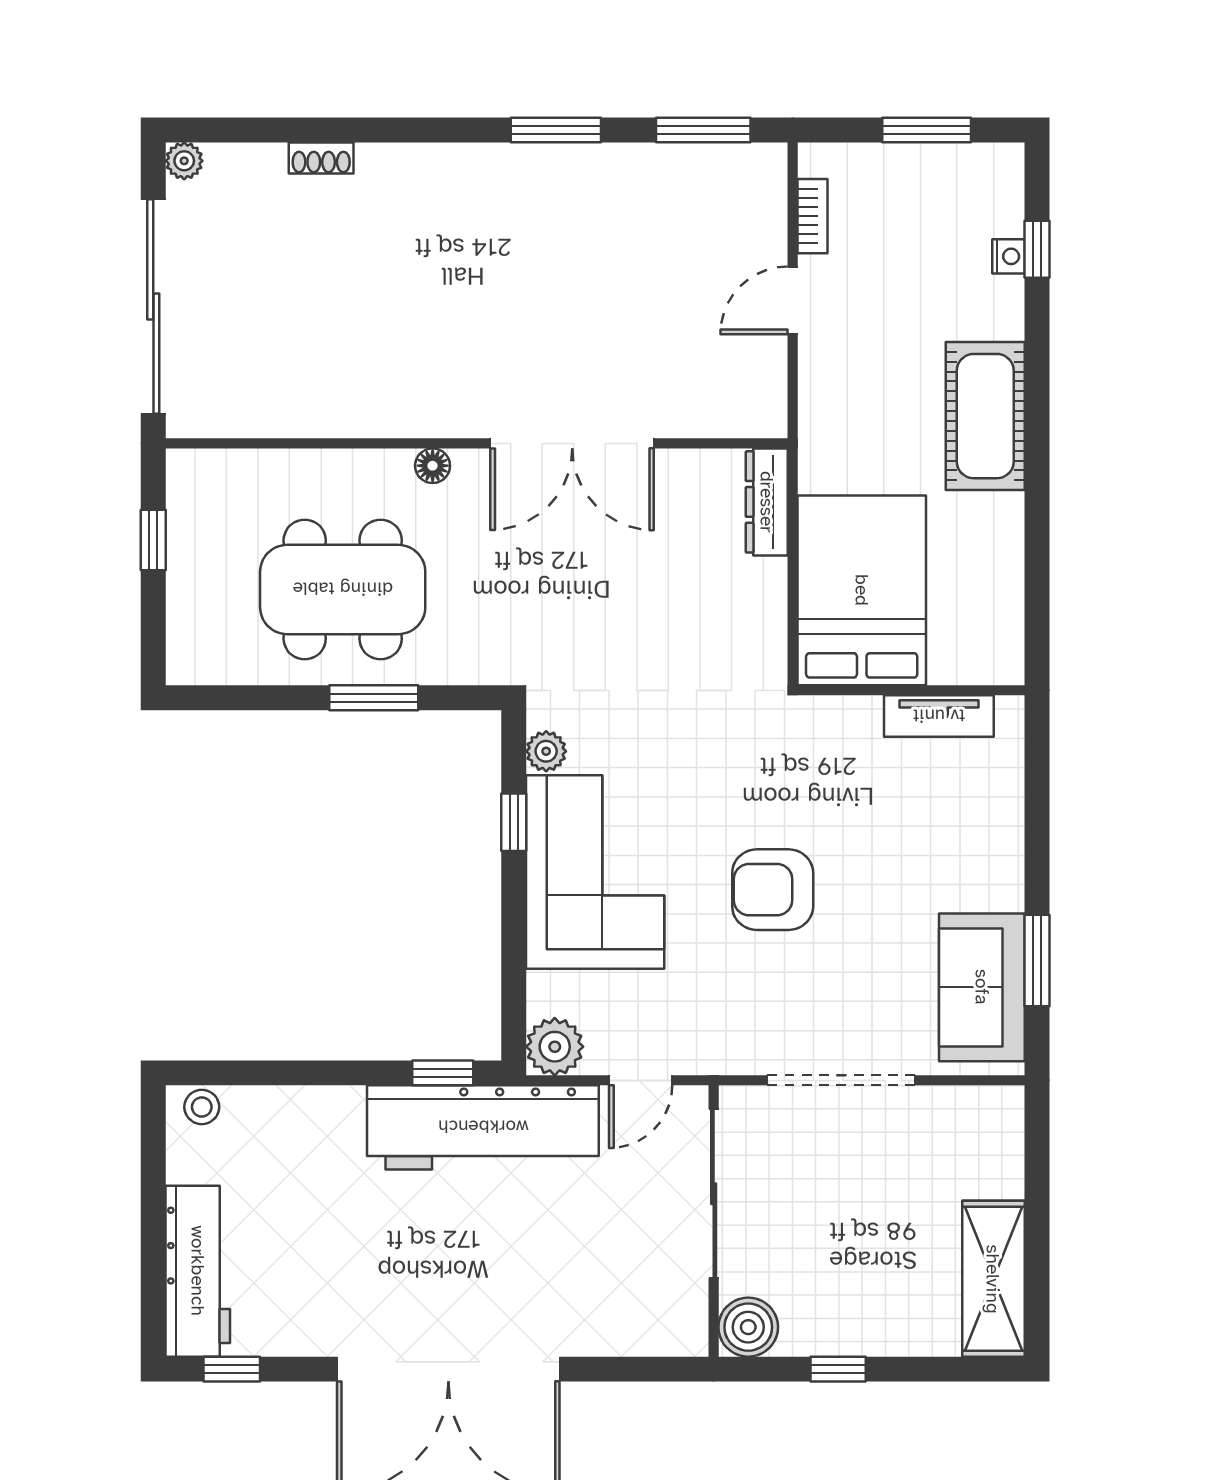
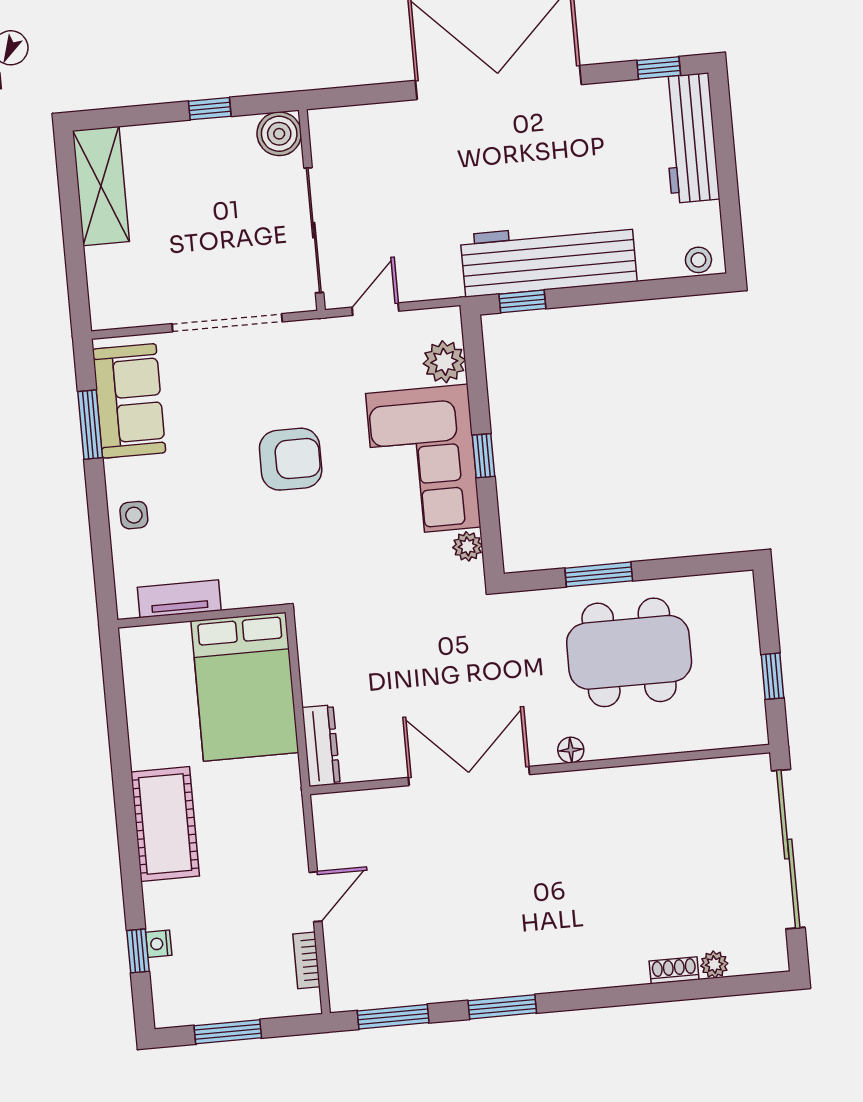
plant: (184, 161) -> (714, 965), moved
window: (514, 822) -> (483, 456), moved
side table: (989, 834) -> (134, 515), added
plant: (555, 1047) -> (444, 362), moved
workbench: (483, 1127) -> (549, 258), moved

